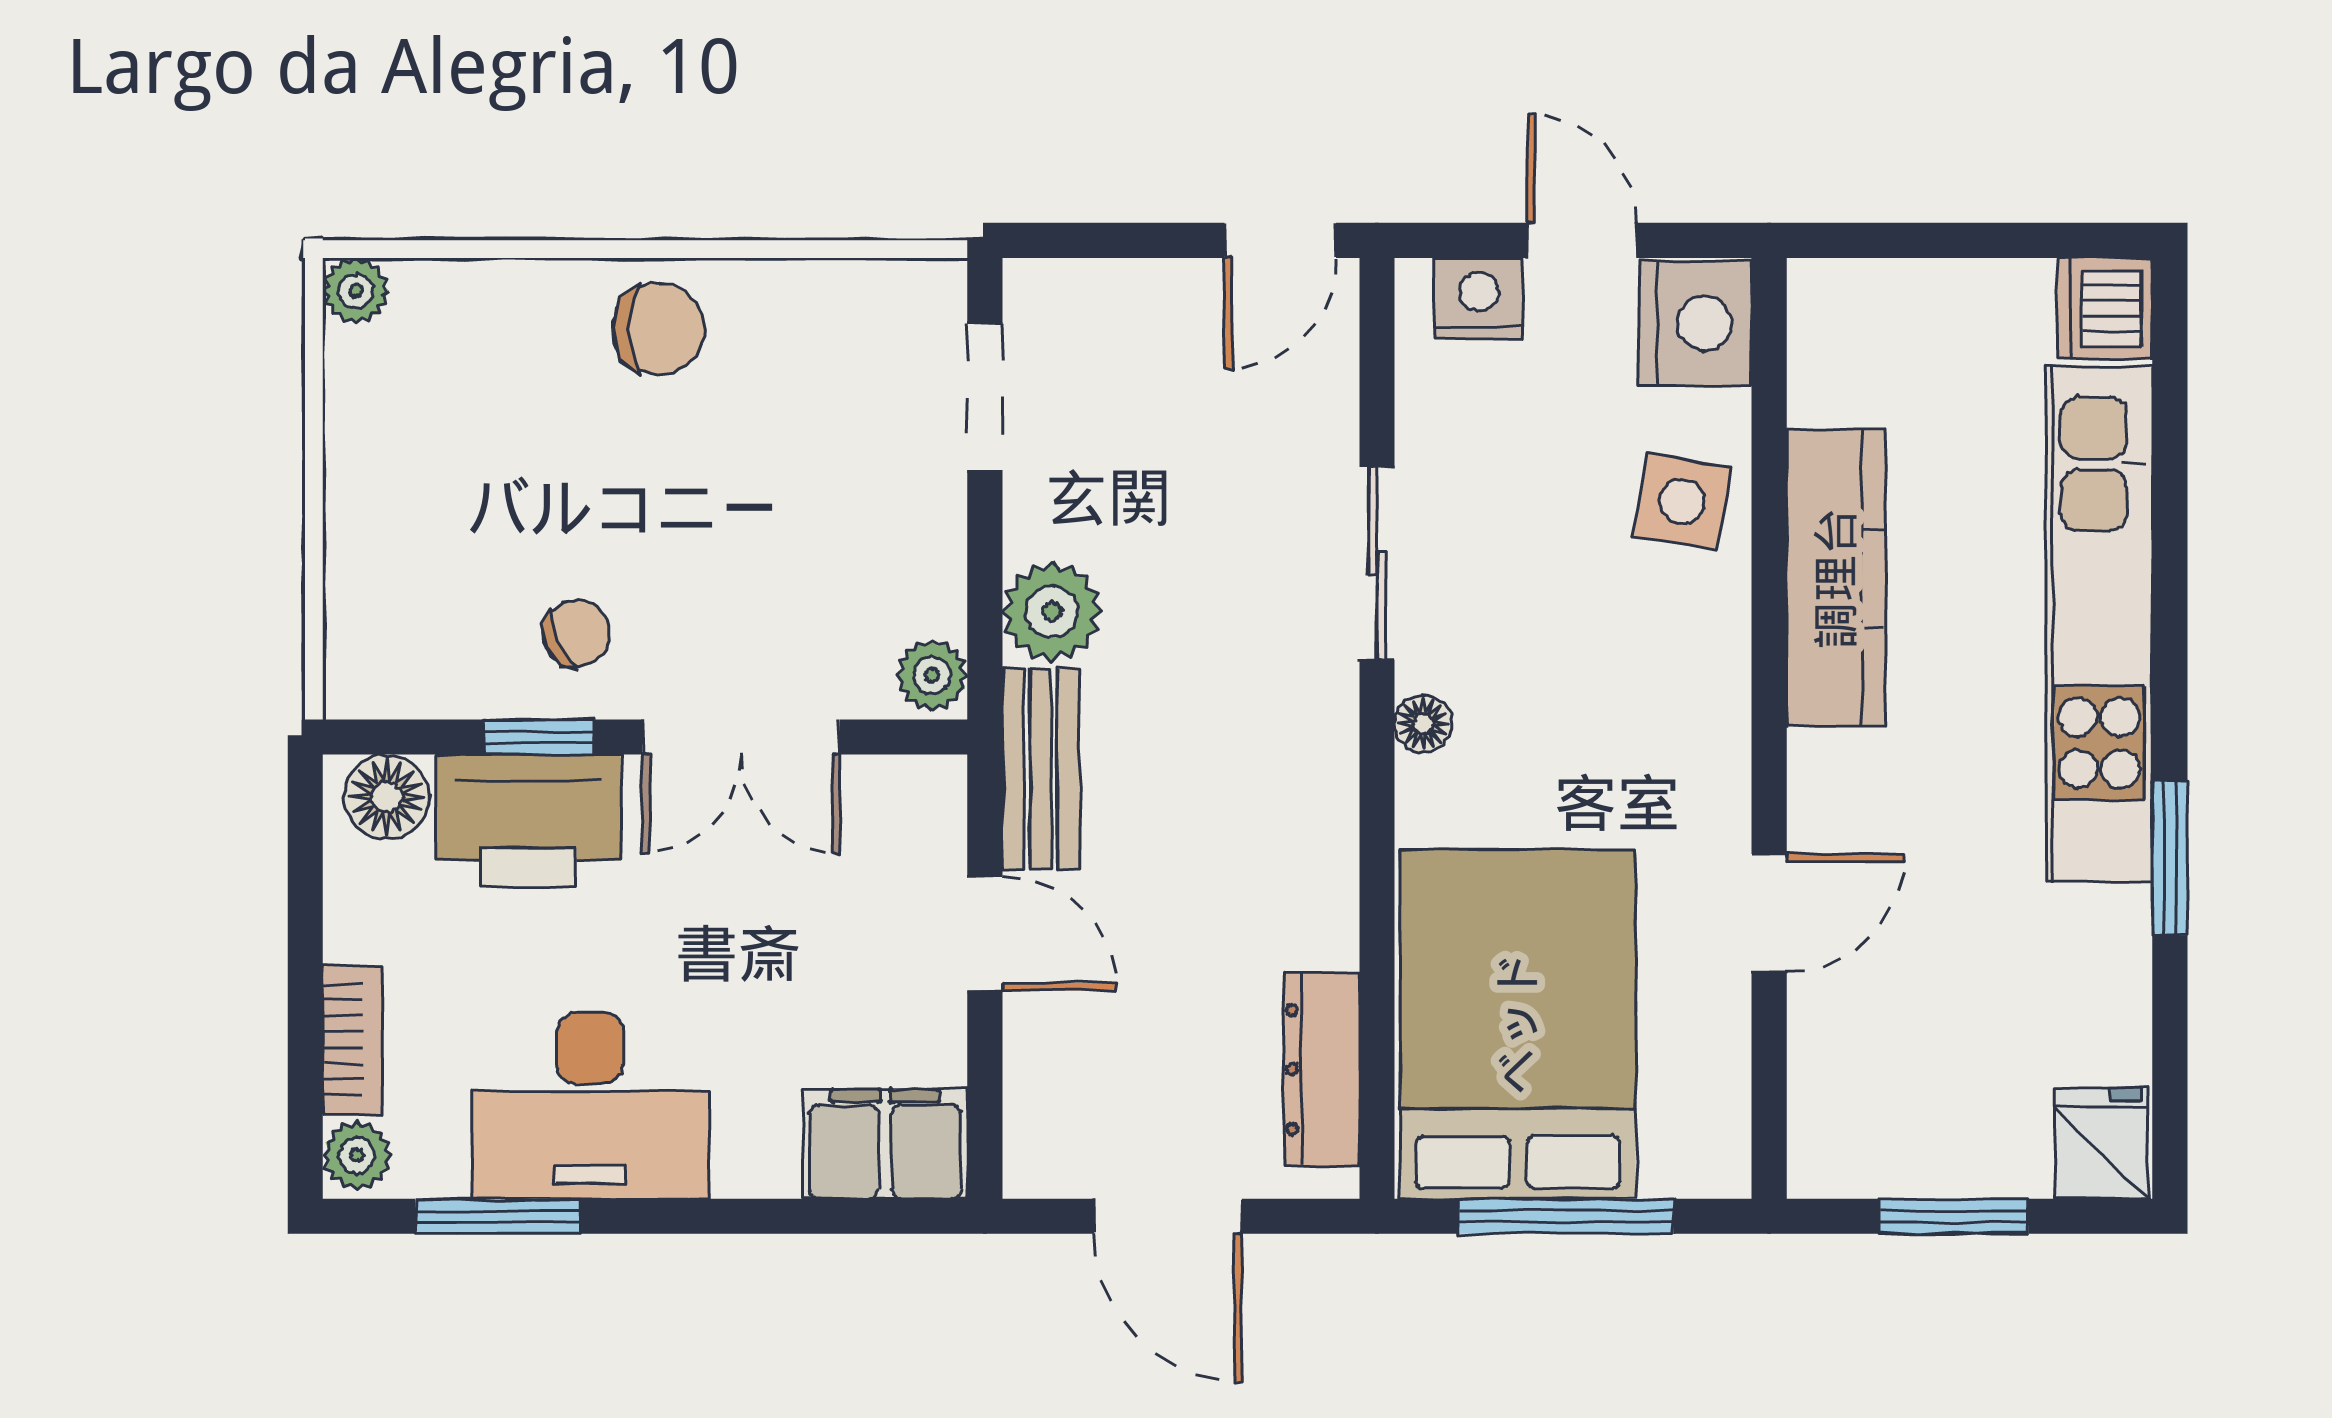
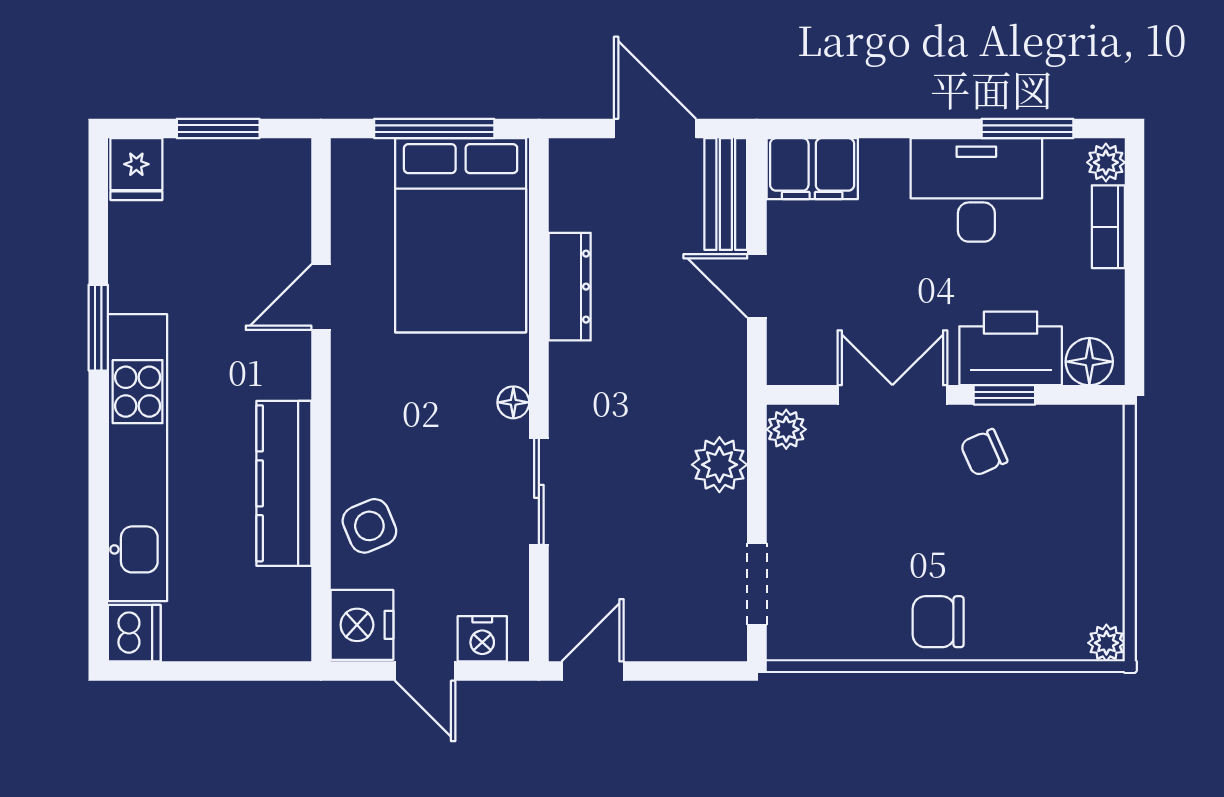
side table: (1682, 501) -> (369, 526), turned -33
bench: (1041, 769) -> (726, 194), moved
dresser: (1322, 1070) -> (570, 287), moved

